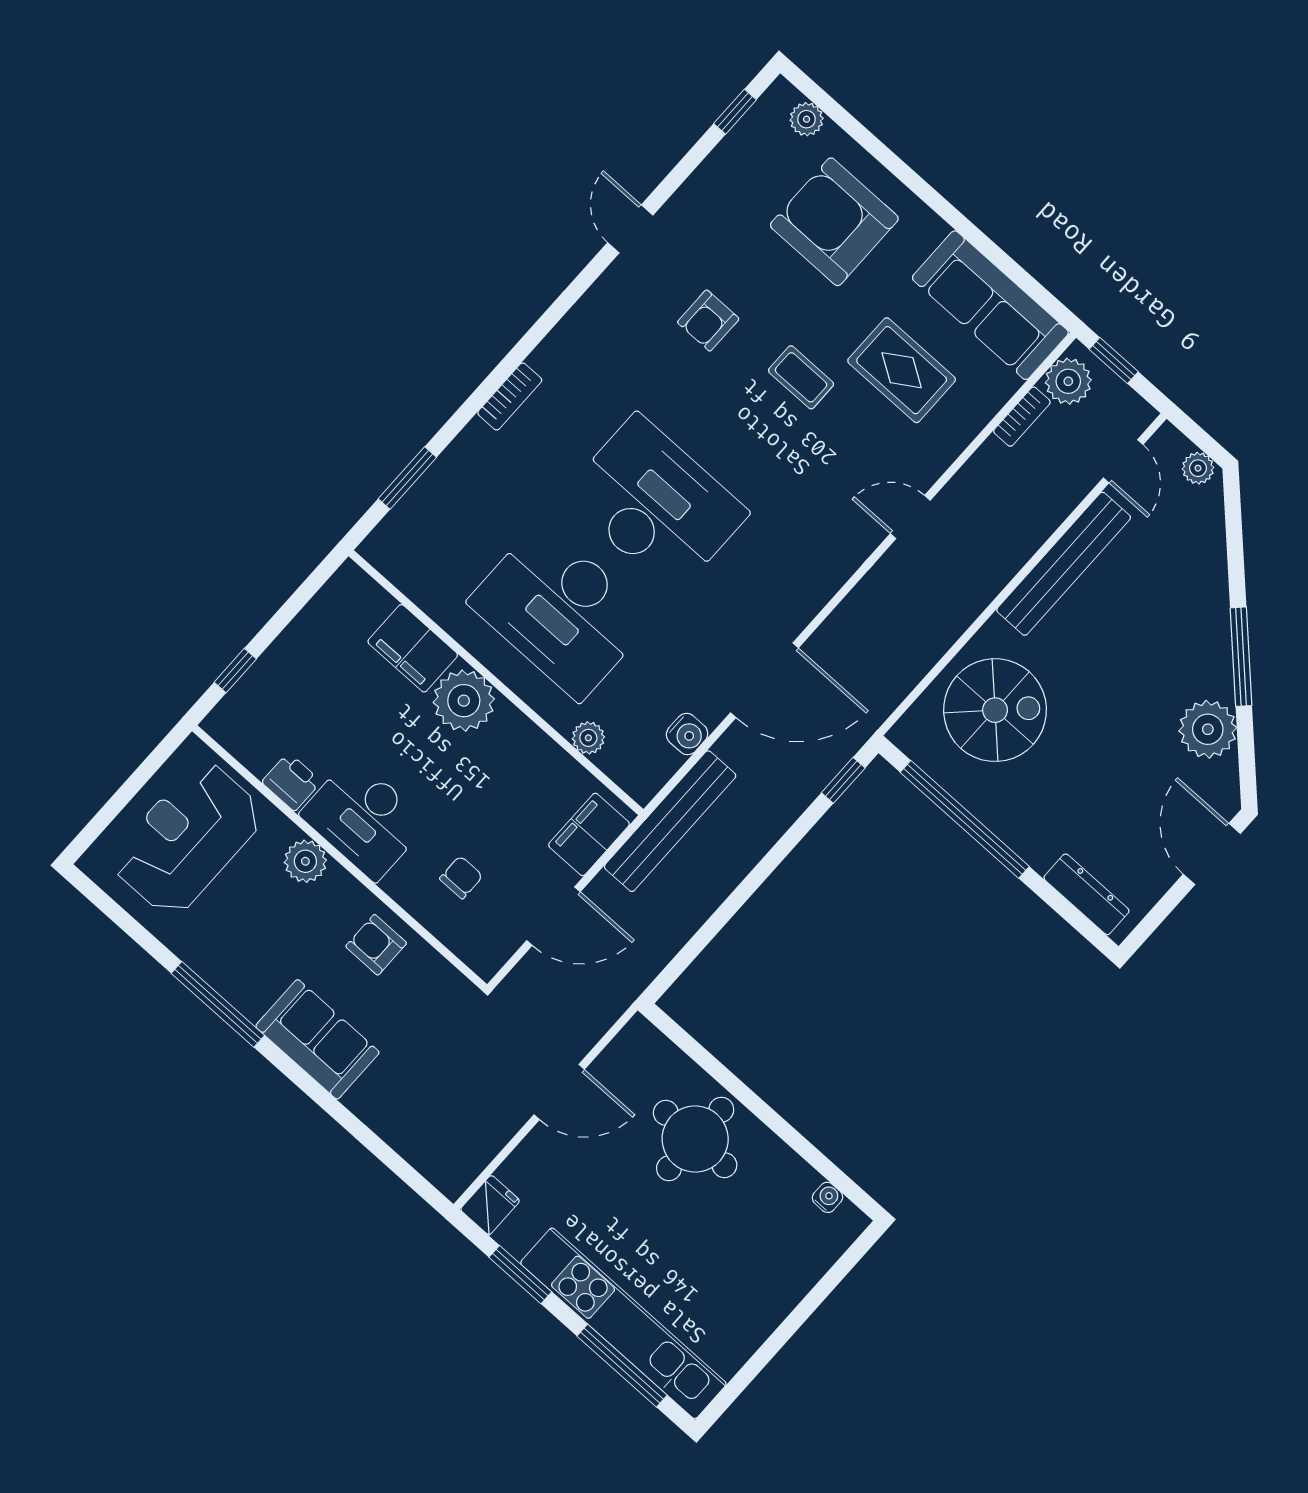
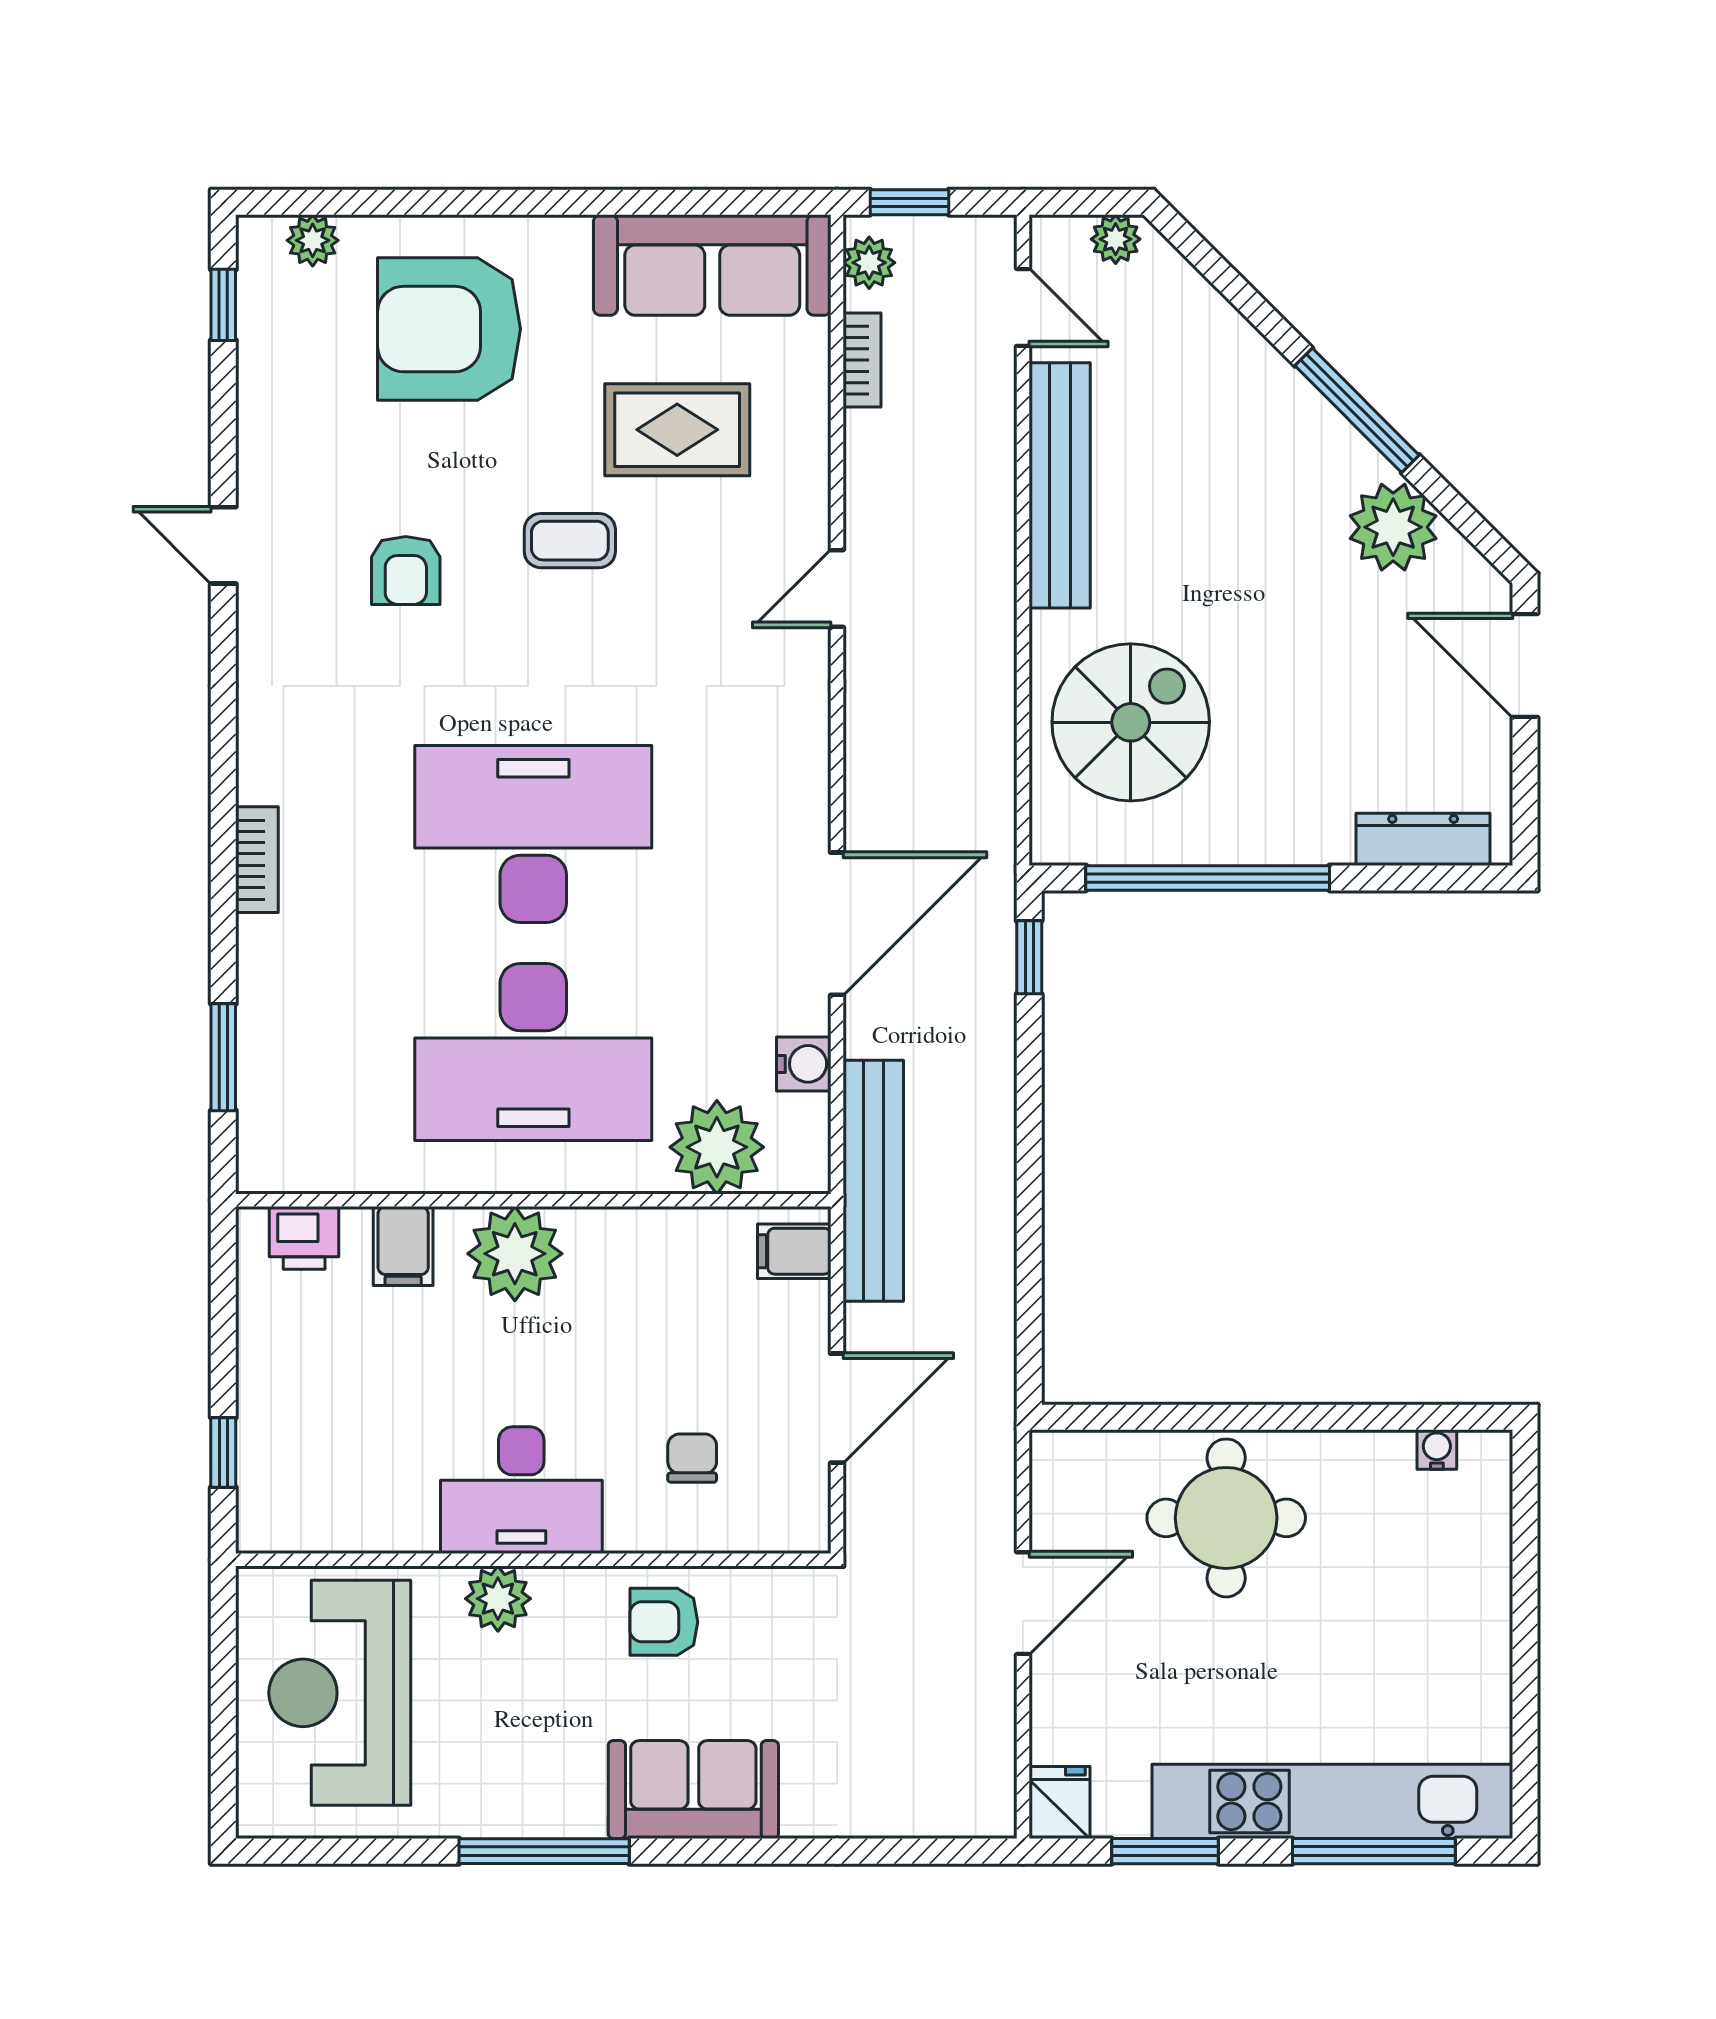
plant: (1068, 381) -> (869, 263), width x0.73, depth x0.73
filing cabinet: (413, 648) -> (403, 1246), width x0.50
plant: (588, 738) -> (717, 1147), width x1.88, depth x1.88
printer: (292, 782) -> (304, 1238), moved, turned 180
filing cabinet: (589, 834) -> (794, 1251), width x0.50

